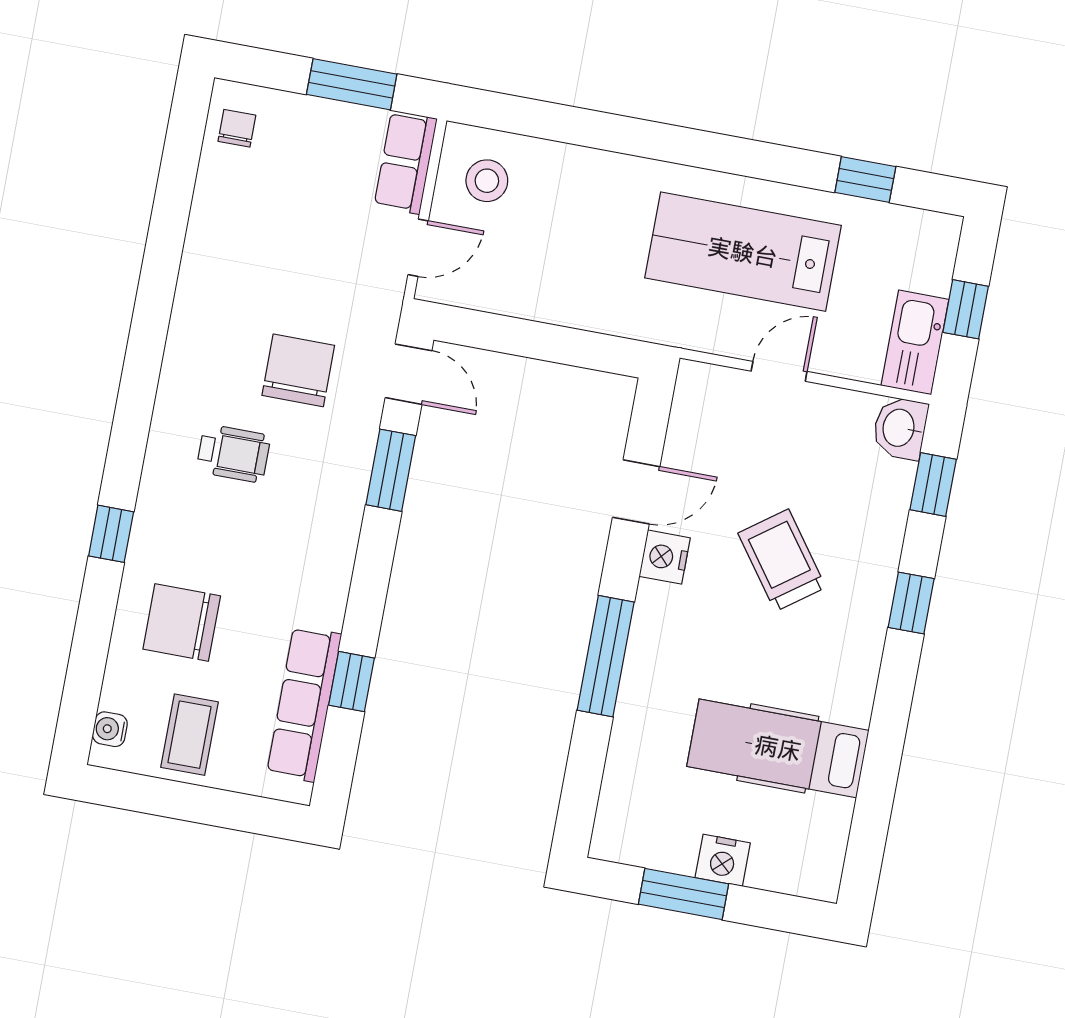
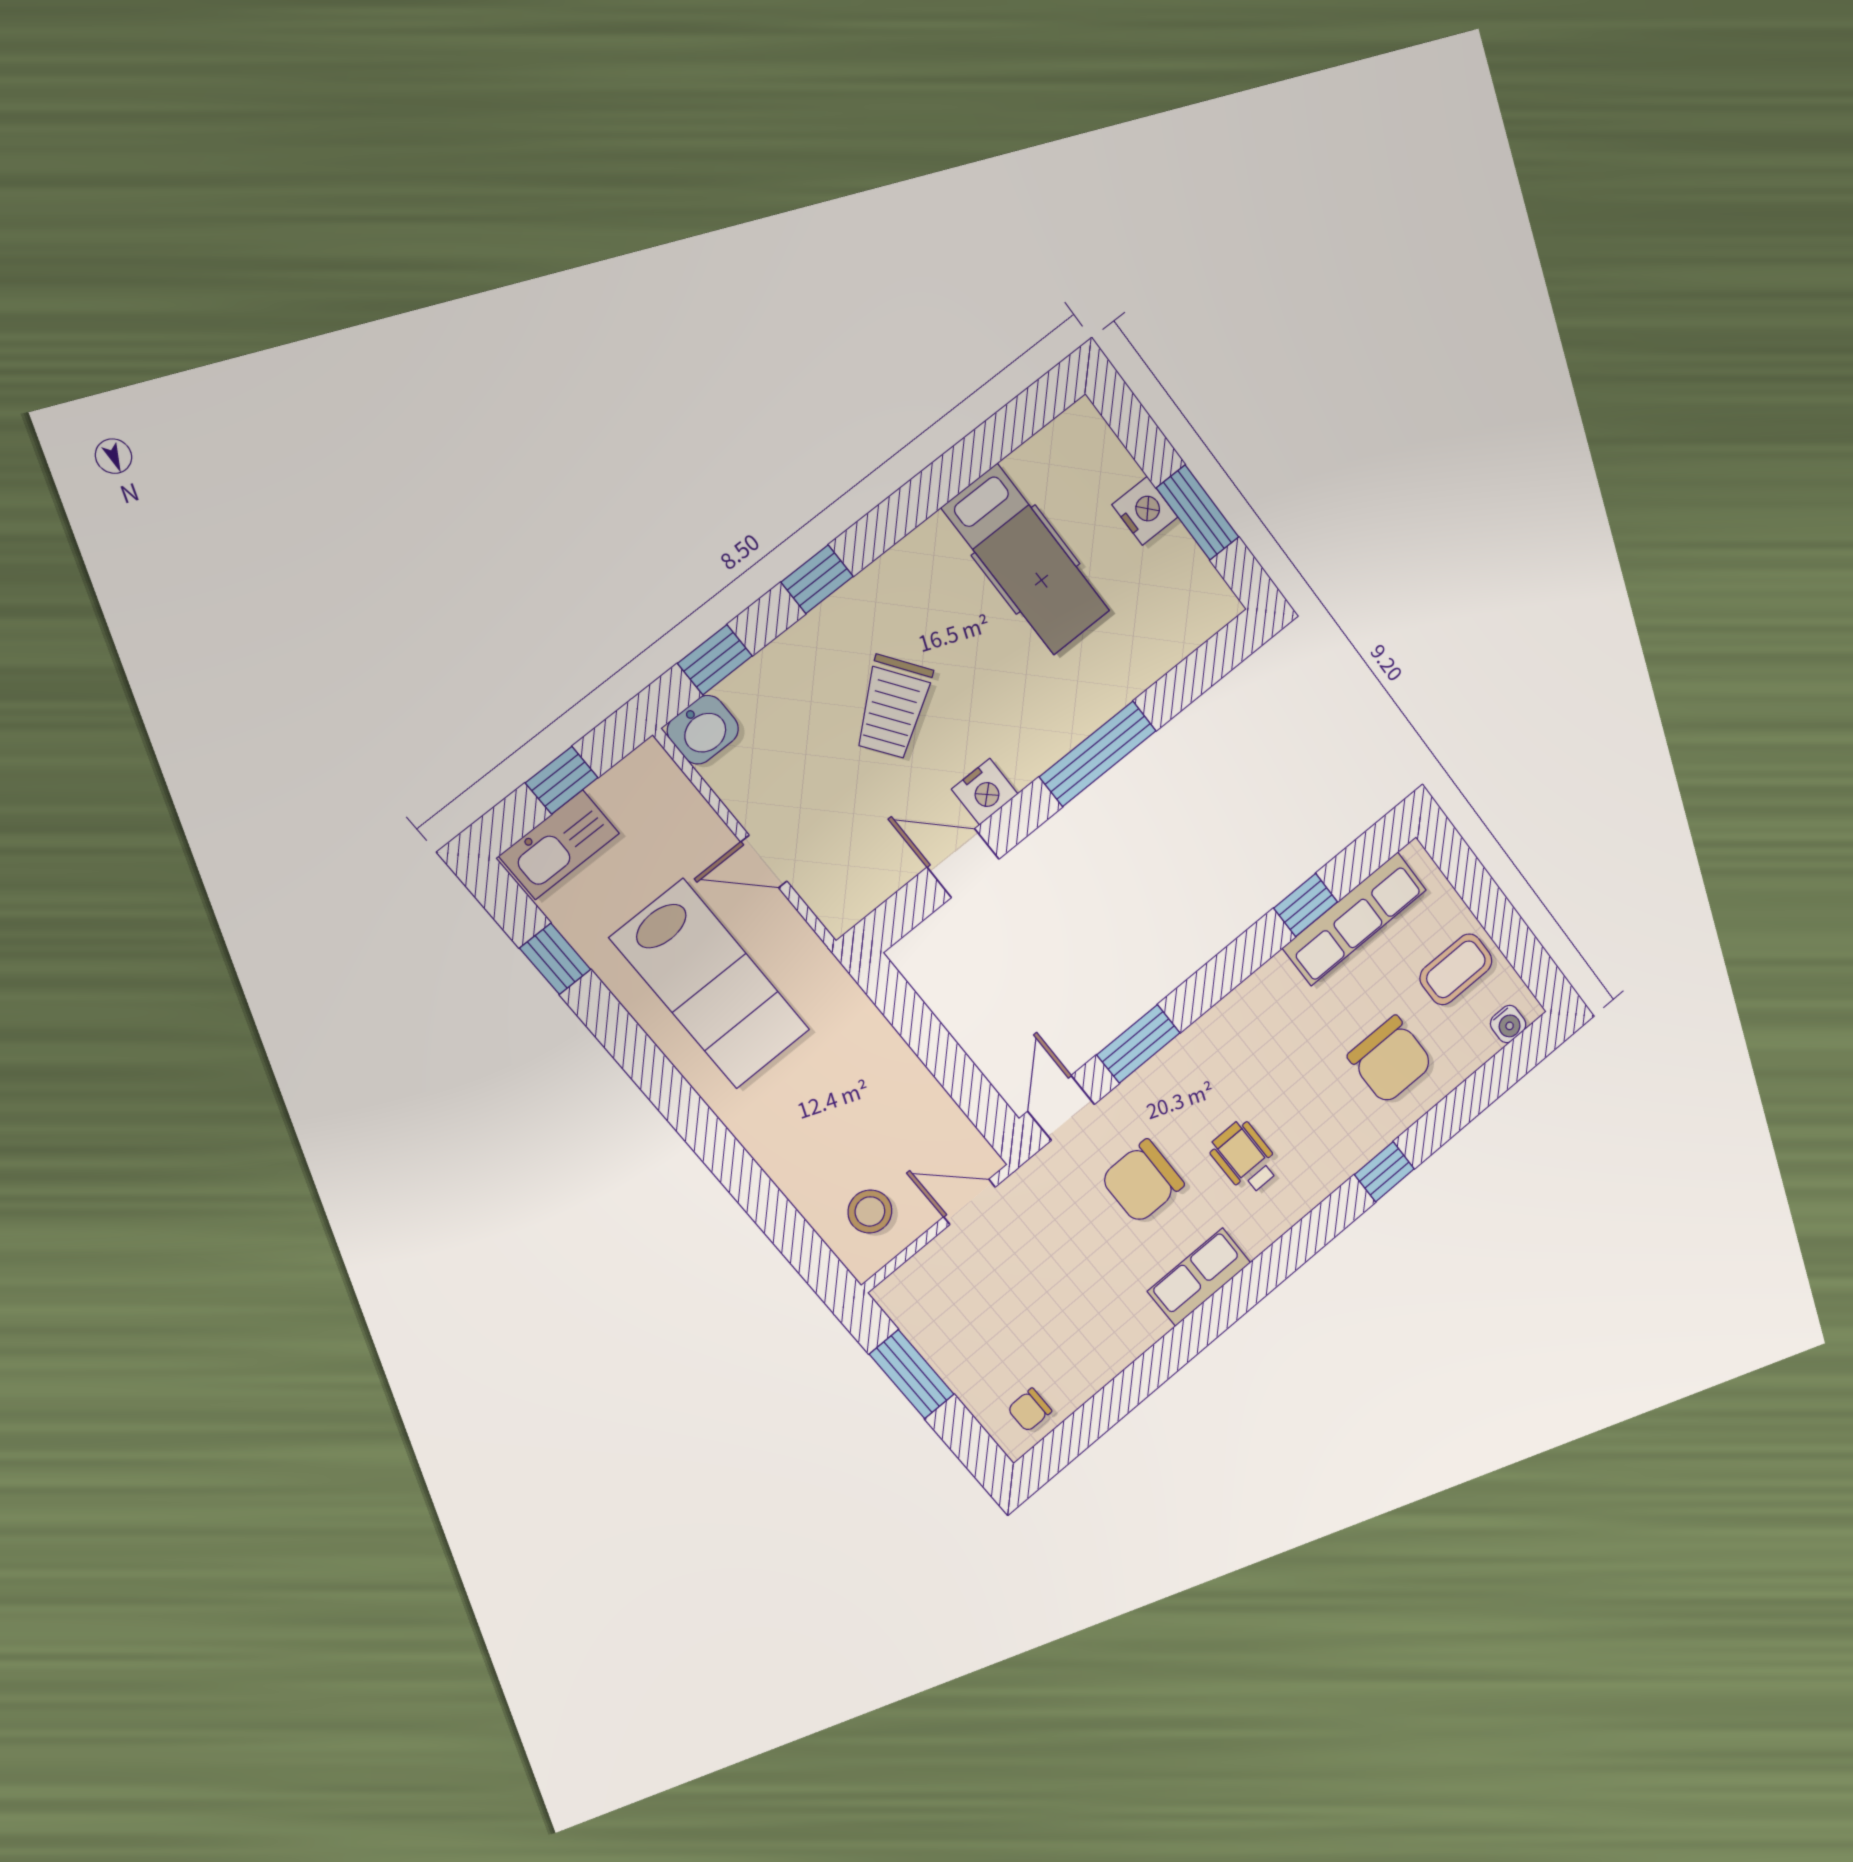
row of seats: (406, 162) -> (1199, 1277), moved, turned 180
kitchen sink: (915, 342) -> (559, 845), moved

